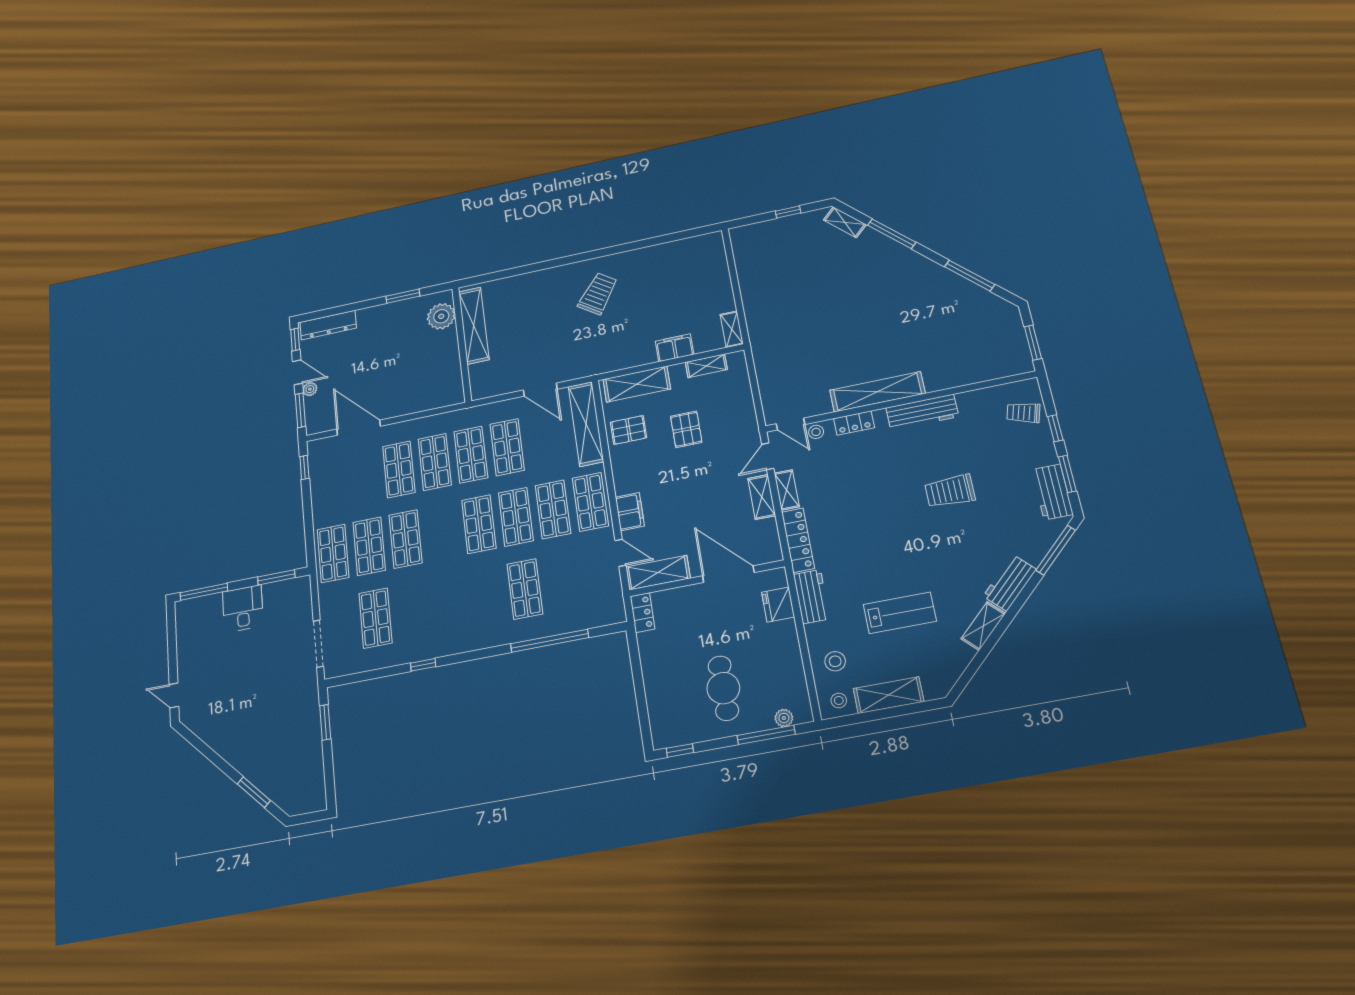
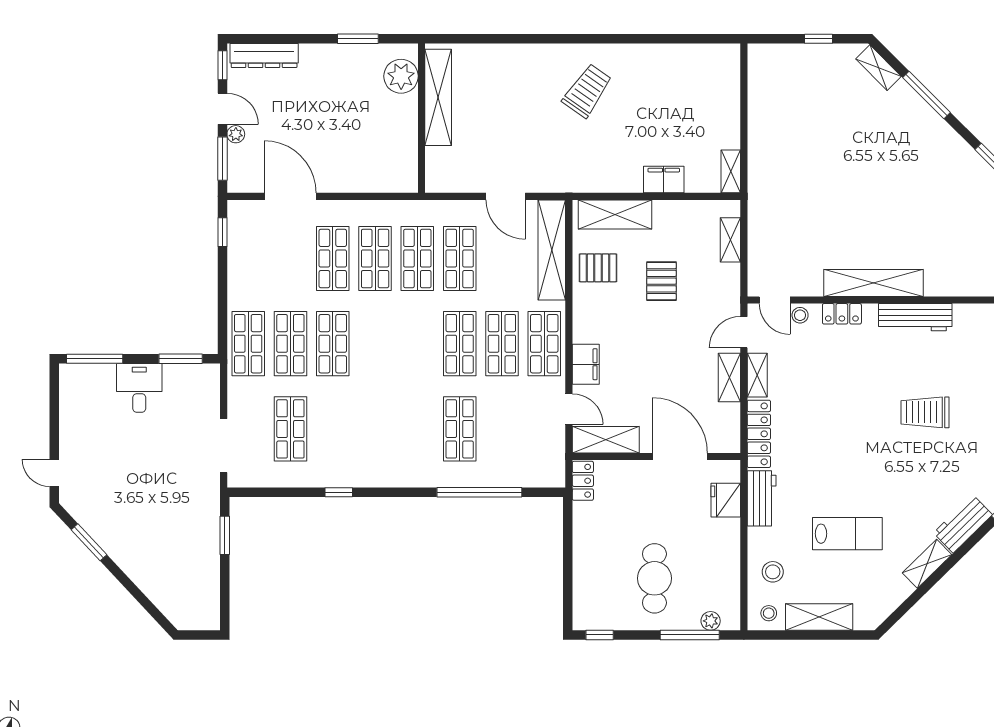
shelving: (706, 366) -> (730, 240), moved, turned 90
shop shelf: (479, 524) -> (417, 344), removed
window: (254, 792) -> (89, 542), moved

